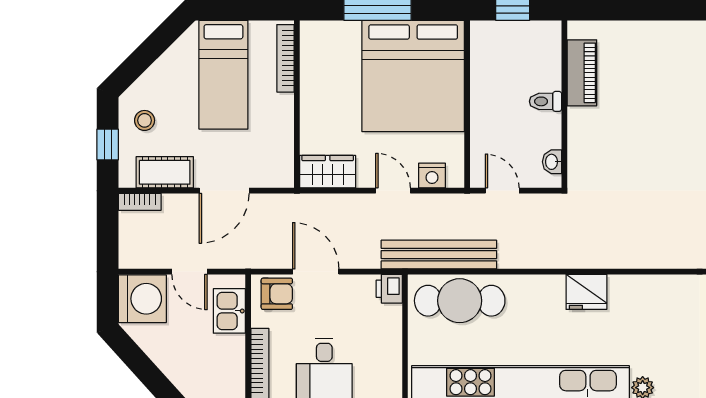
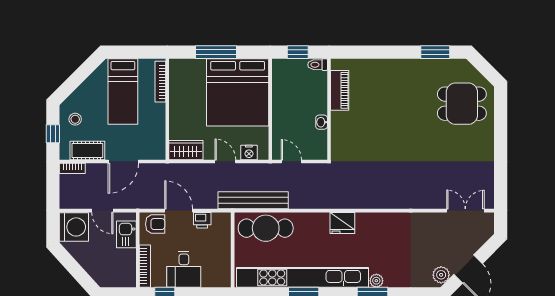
toilet: (546, 101) -> (318, 65), moved
washbasin: (552, 162) -> (322, 122), moved
printer: (389, 289) -> (202, 220), moved, turned -90

